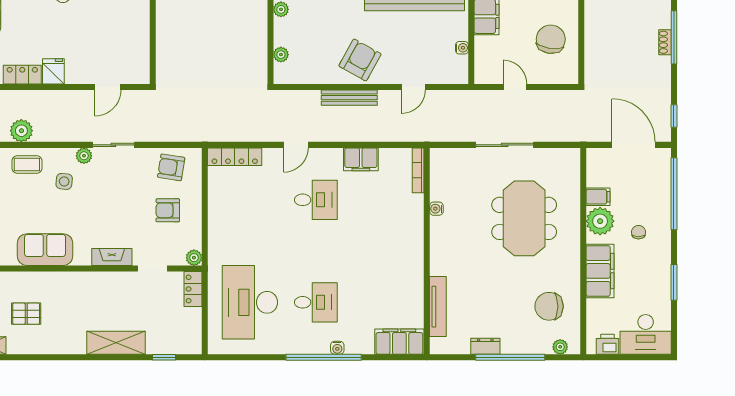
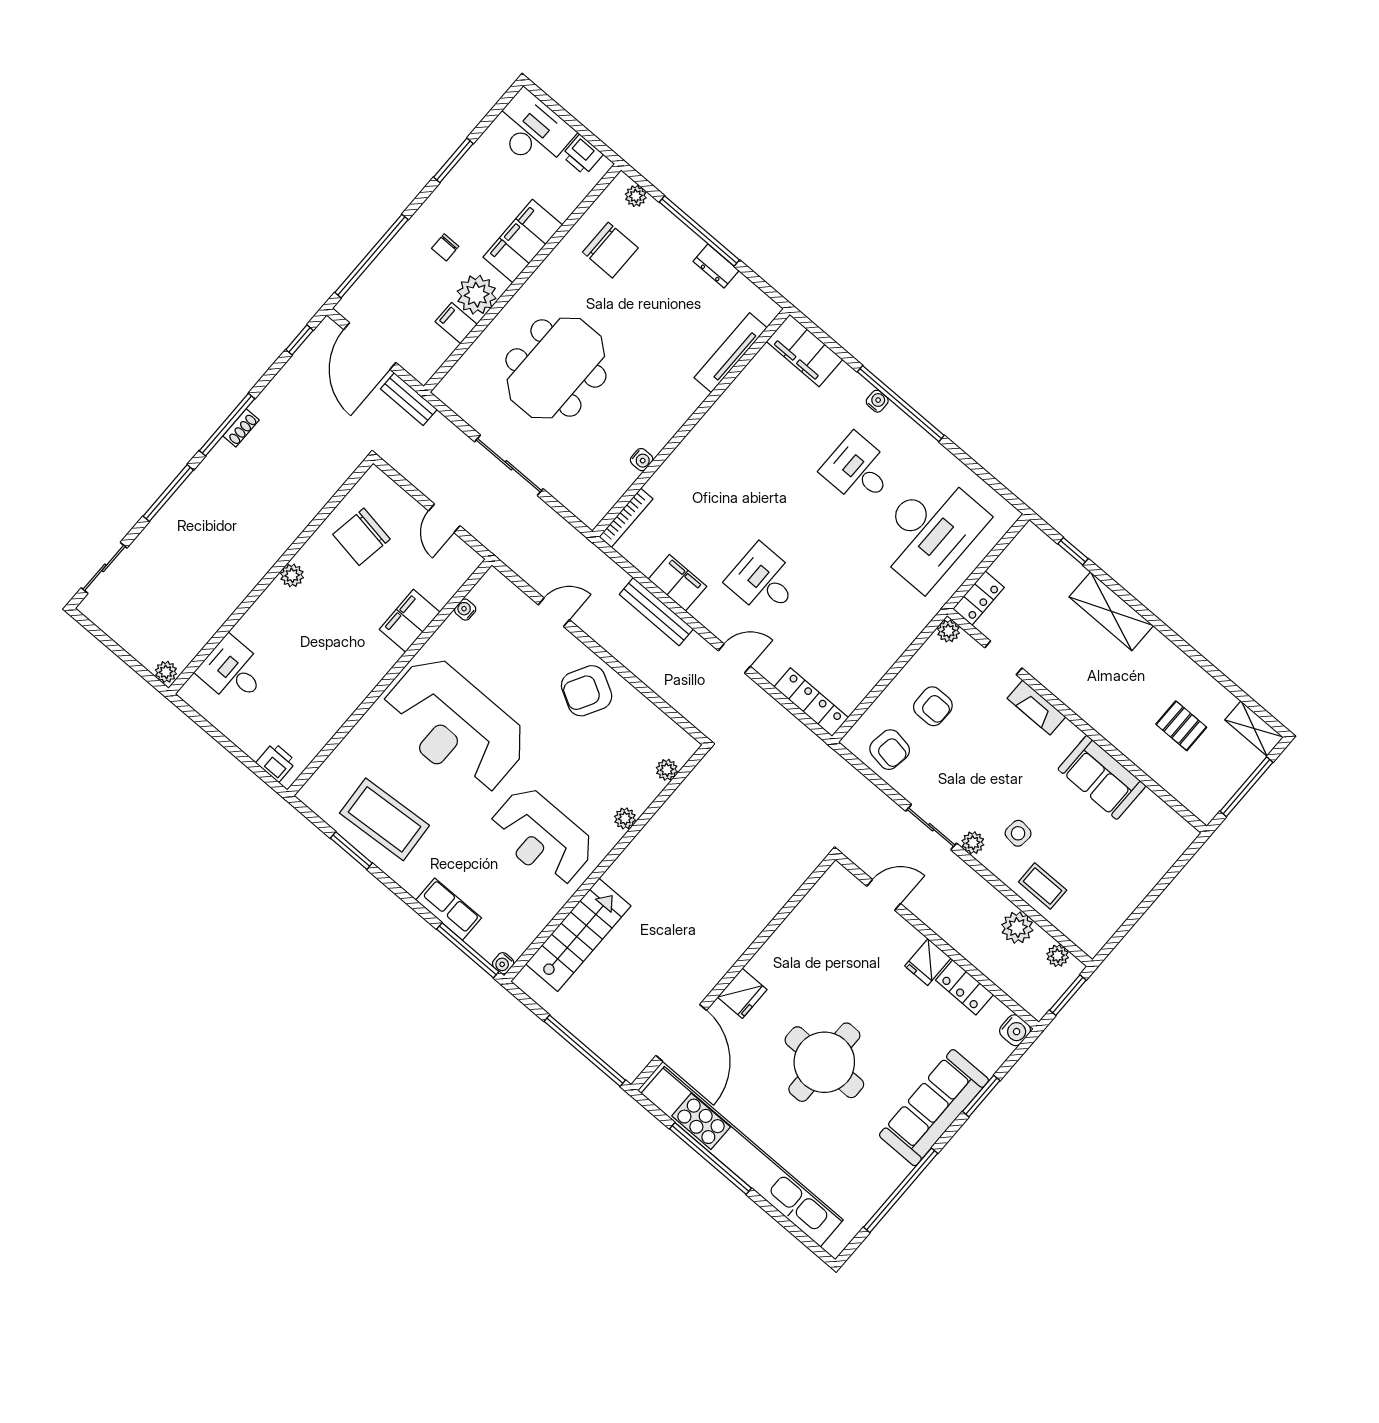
bench: (349, 98) -> (656, 612), moved
bench: (588, 134) -> (409, 399), added

